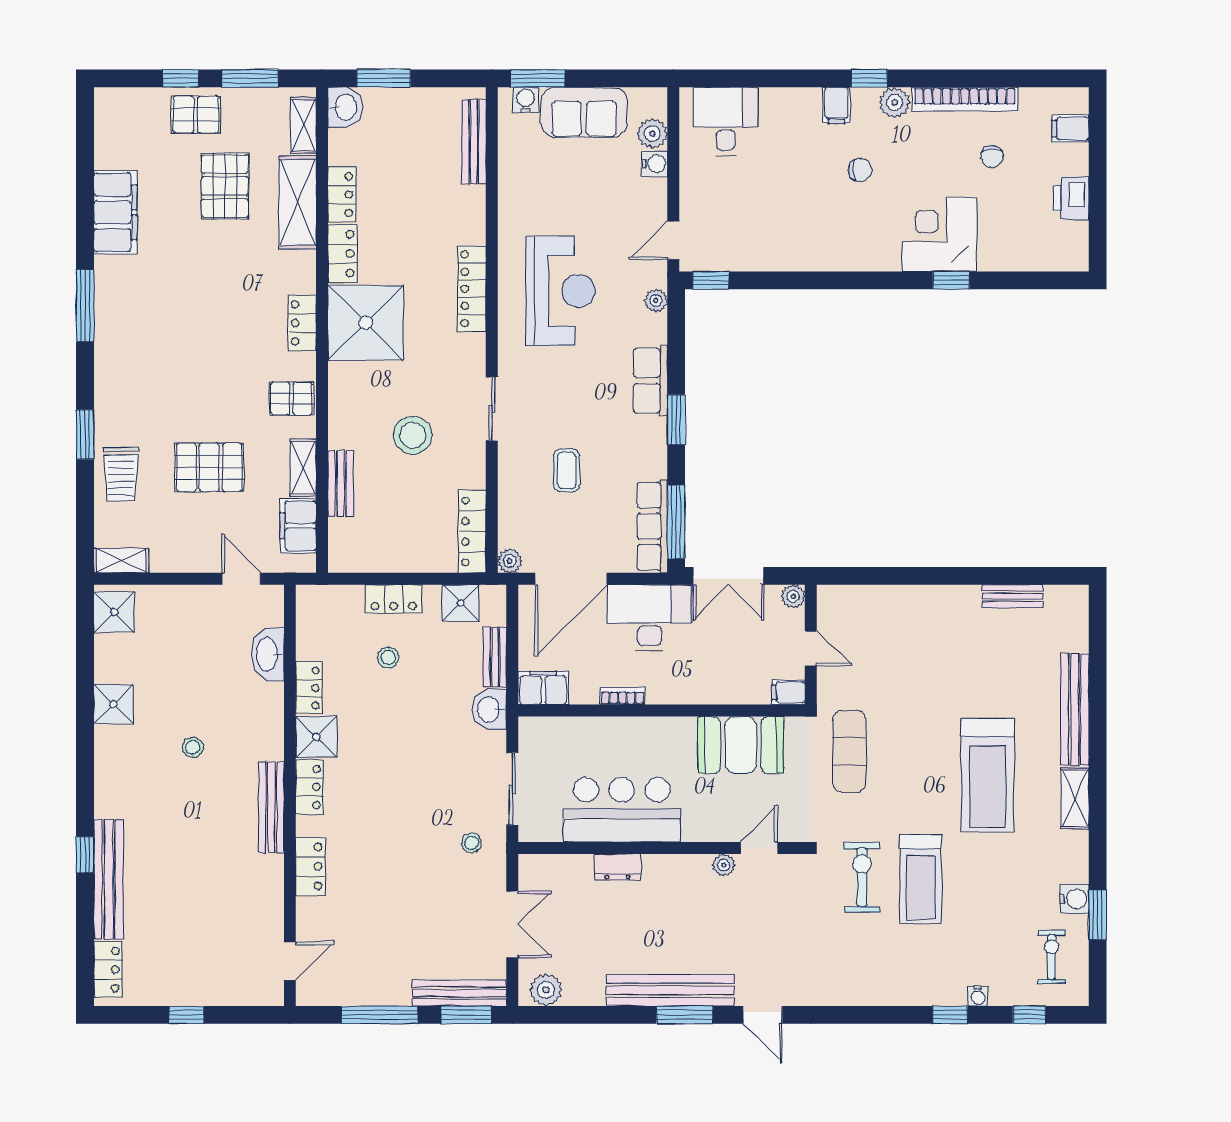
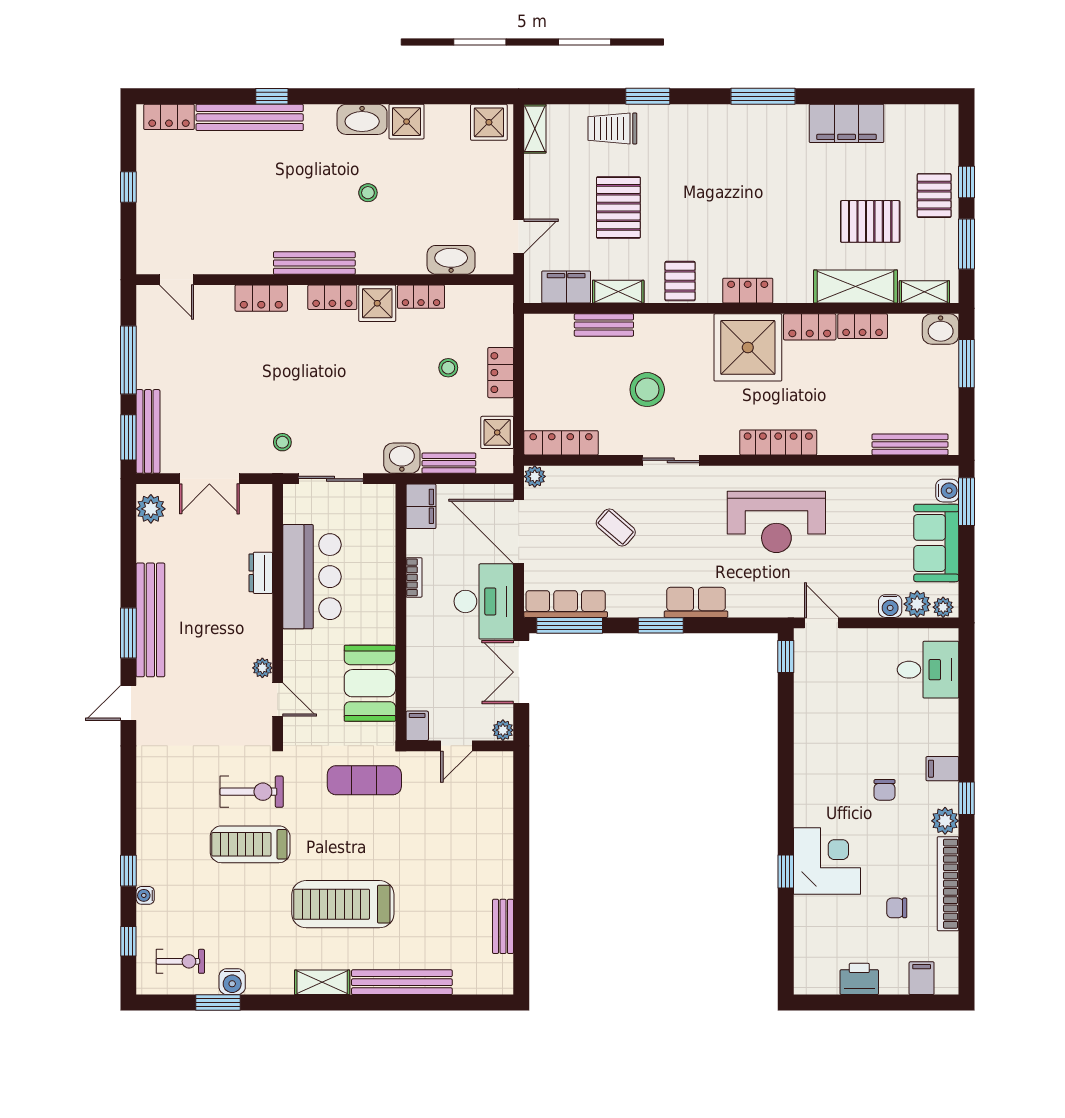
plant: (656, 300) -> (943, 607), moved
coffee table: (567, 470) -> (616, 527), turned 41
washbasin: (111, 754) -> (362, 119), added

